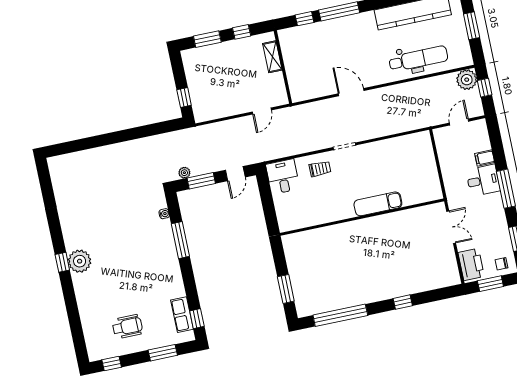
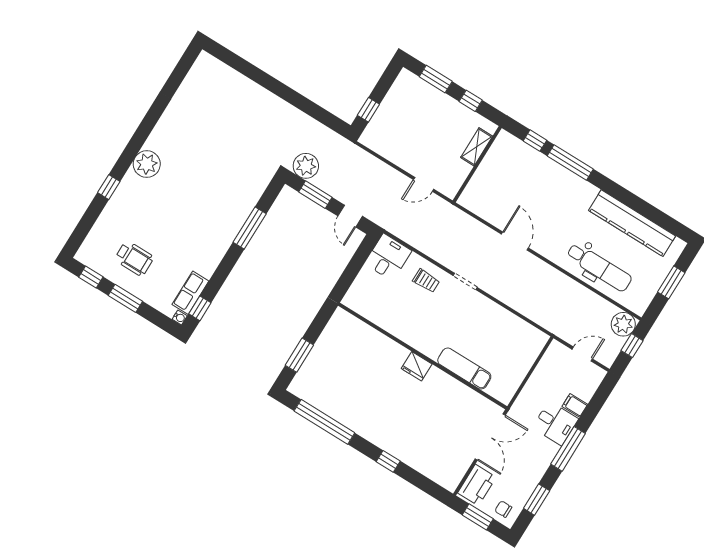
plant: (184, 173) -> (306, 166), width x1.88, depth x1.88
door: (235, 174) -> (350, 216), hinge flipped
exam couch: (378, 204) -> (464, 369), moved
water cooler: (164, 214) -> (180, 317), moved
fridge: (364, 227) -> (417, 366), added
double door: (451, 227) -> (490, 437), width x1.37
window: (62, 262) -> (109, 187), moved
window: (163, 353) -> (125, 298), moved

